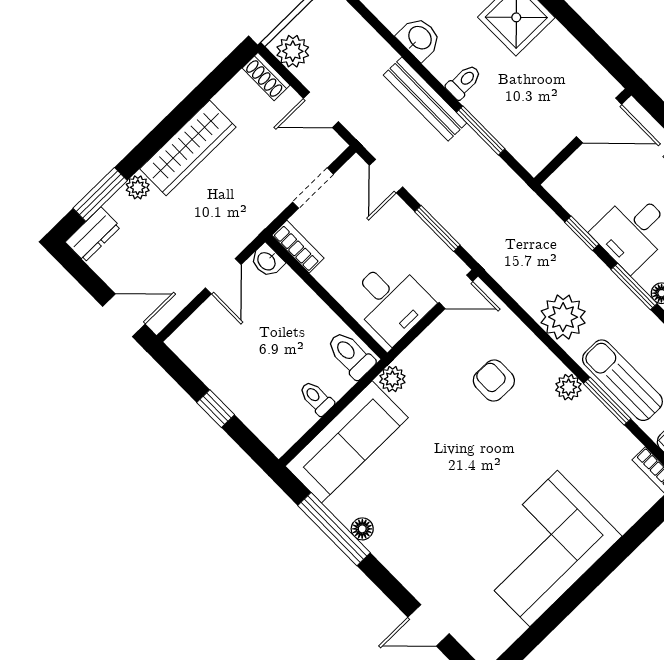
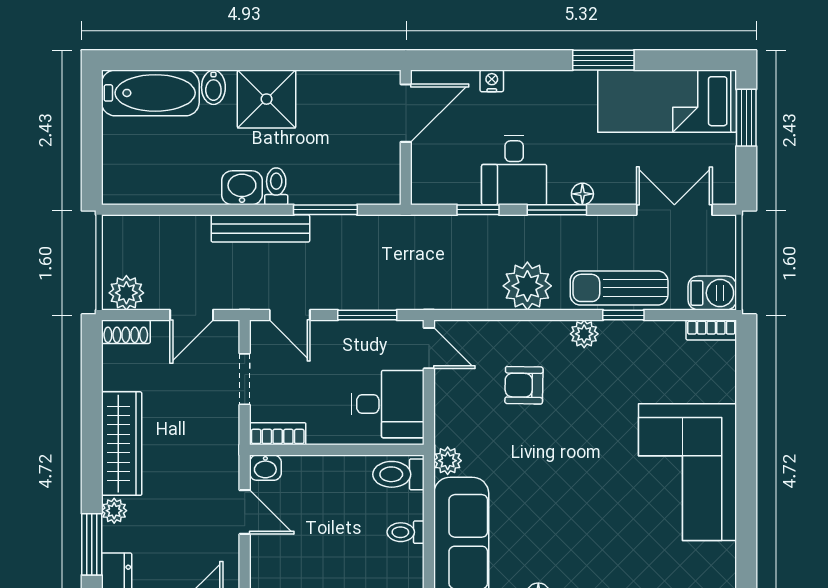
washbasin: (419, 38) -> (242, 188), moved
door: (456, 292) -> (429, 348), hinge flipped
window: (607, 401) -> (623, 315), width x0.67

